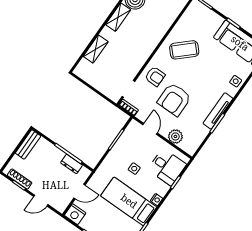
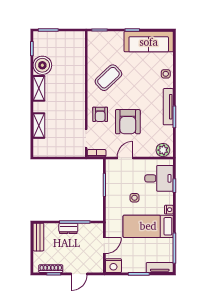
armchair: (155, 76) -> (100, 114), turned 90
door: (150, 129) -> (125, 158), hinge flipped
plant: (175, 136) -> (163, 150), moved
dresser: (72, 164) -> (68, 228), moved

